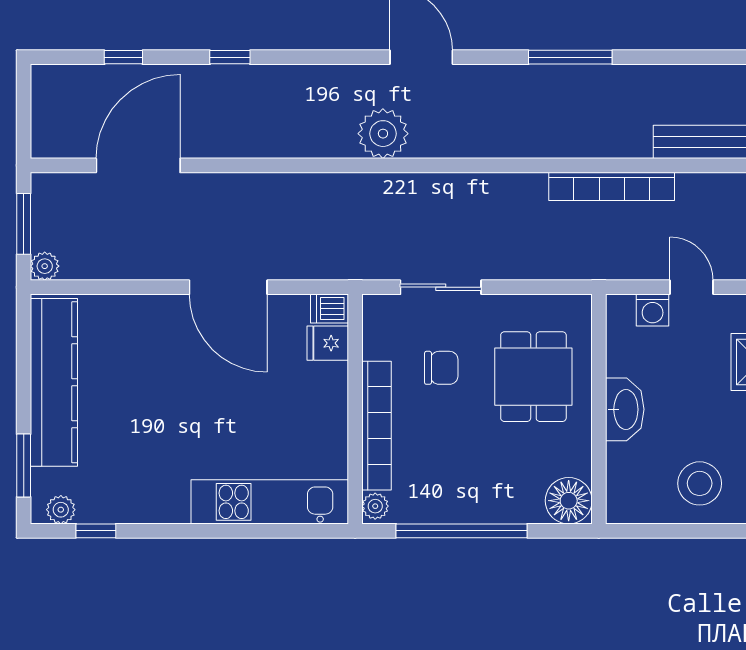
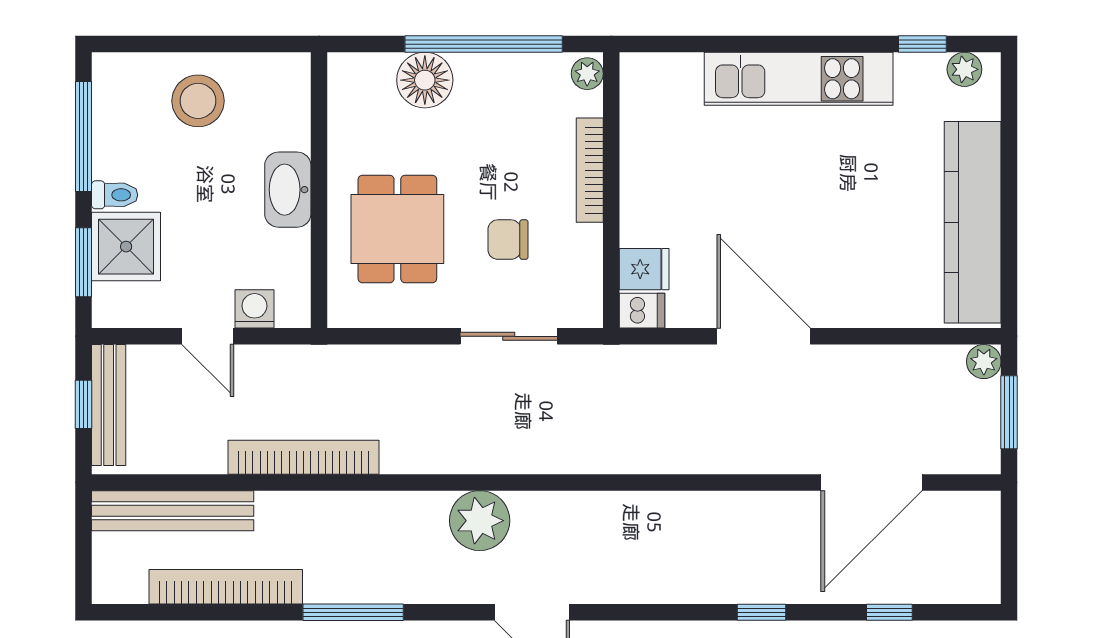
bookcase: (677, 78) -> (226, 587), added
plant: (383, 134) -> (480, 521), moved
bookcase: (377, 426) -> (590, 170), width x0.68, depth x0.76
window: (24, 465) -> (1009, 122), removed
floor lamp: (569, 501) -> (425, 80), moved
kitchen unit: (270, 502) -> (799, 79), moved

